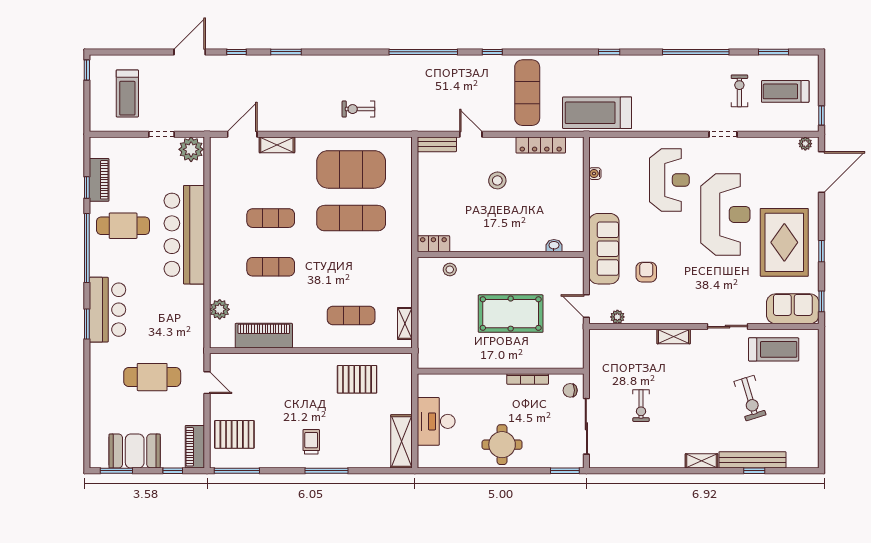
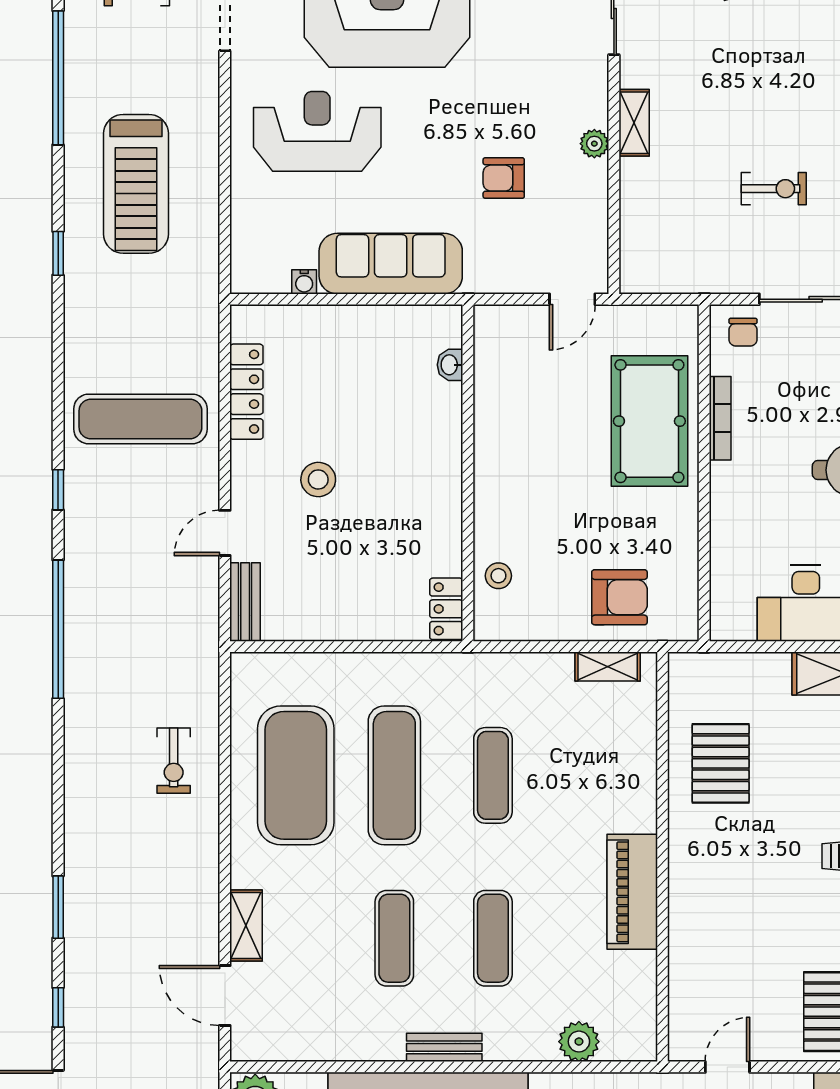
treadmill: (597, 113) -> (136, 184), moved
bench: (217, 243) -> (444, 1047), added
sofa: (604, 249) -> (391, 264), moved
pool table: (511, 314) -> (649, 421), moved
exercise mat: (351, 316) -> (493, 775), moved
plant: (617, 317) -> (594, 144), moved
armchair: (439, 329) -> (619, 597), added
piano: (264, 336) -> (632, 892), moved

